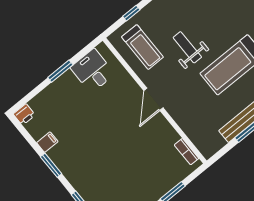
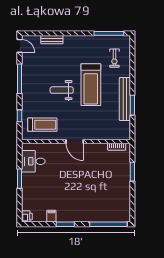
weight bench: (187, 47) -> (62, 90), moved

